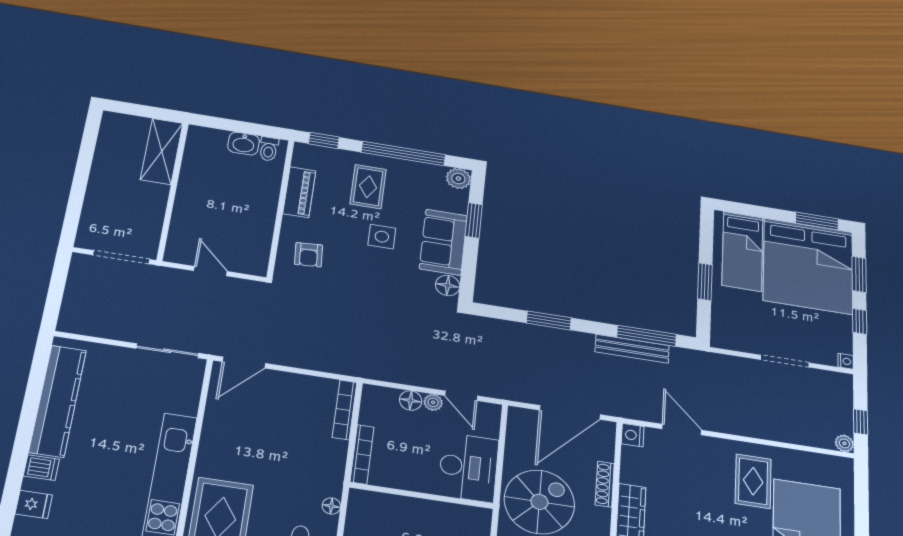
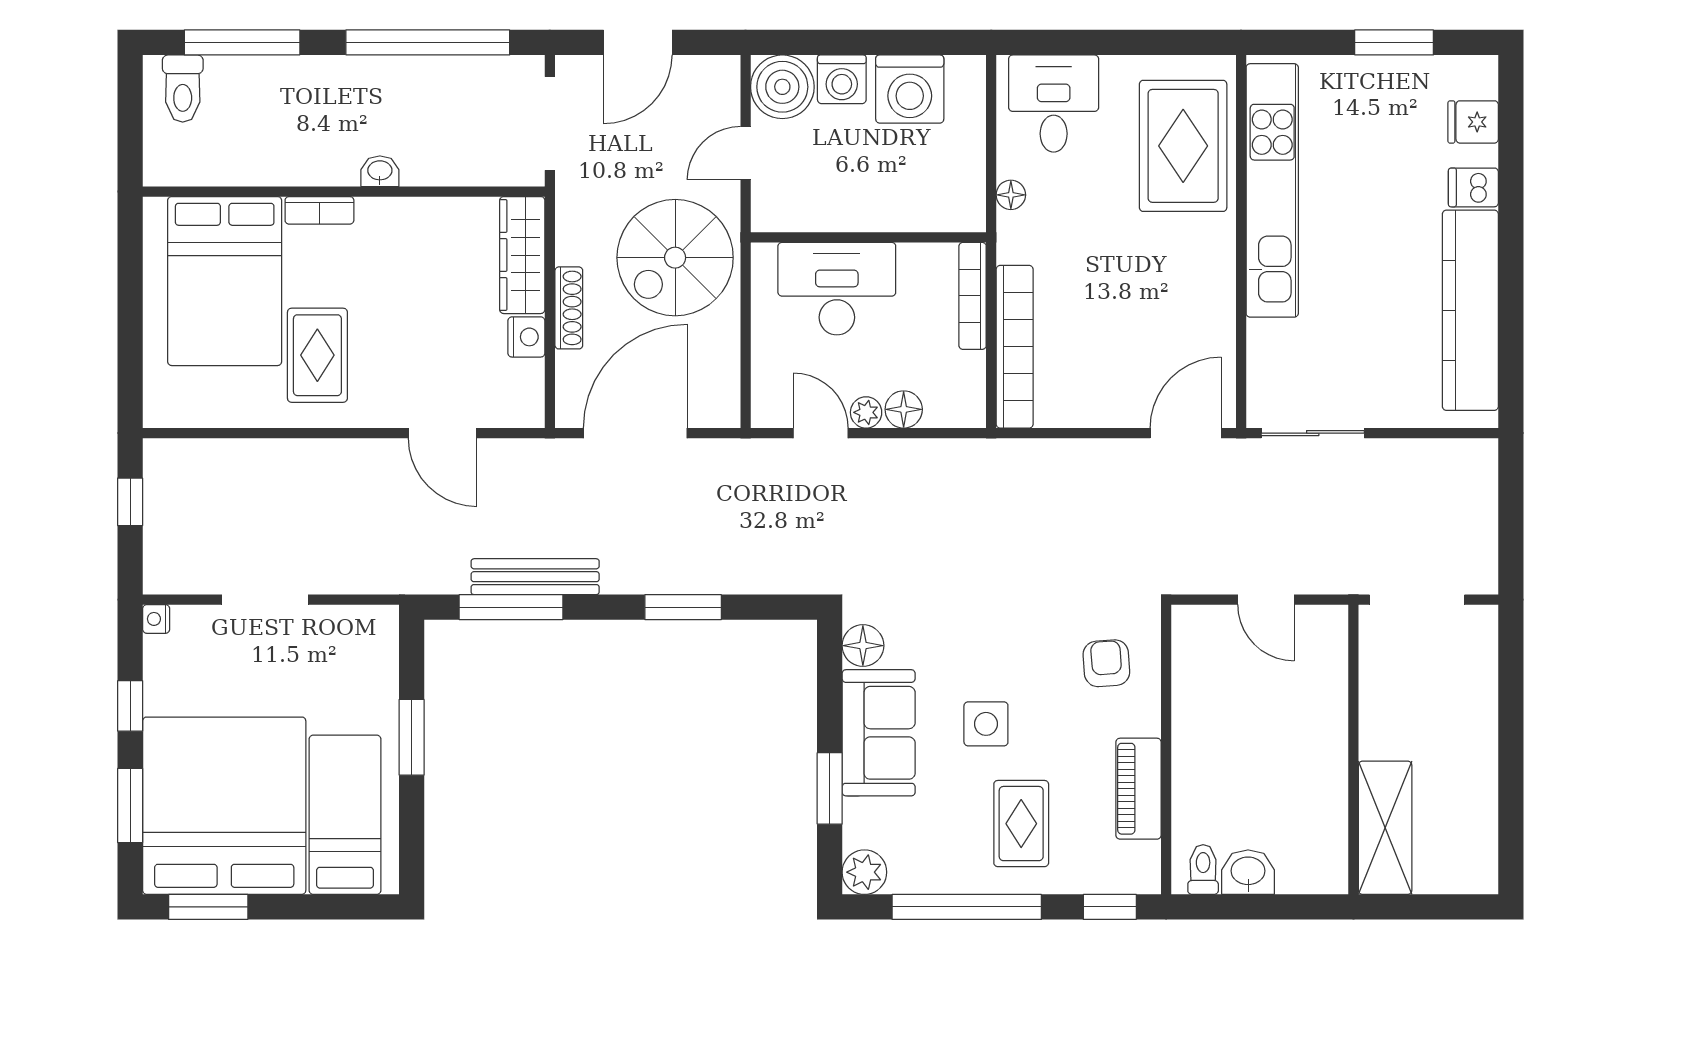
bookcase: (345, 410) -> (1015, 347), width x1.48, depth x1.31
nightstand: (633, 435) -> (526, 337), moved
plant: (844, 443) -> (159, 455), removed
desk: (468, 467) -> (837, 289), moved, turned 90

